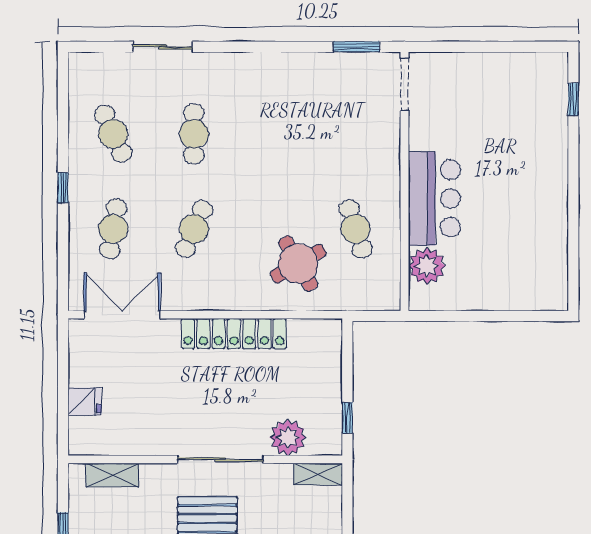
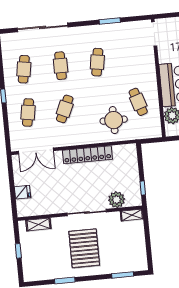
sliding door: (163, 47) -> (43, 27), width x1.86
window: (356, 47) -> (110, 21), moved
cafe table: (113, 134) -> (24, 69), turned 33
cafe table: (275, 134) -> (97, 62), added
round table: (298, 264) -> (114, 120), turned 30
double door: (122, 315) -> (36, 151), swing flipped

